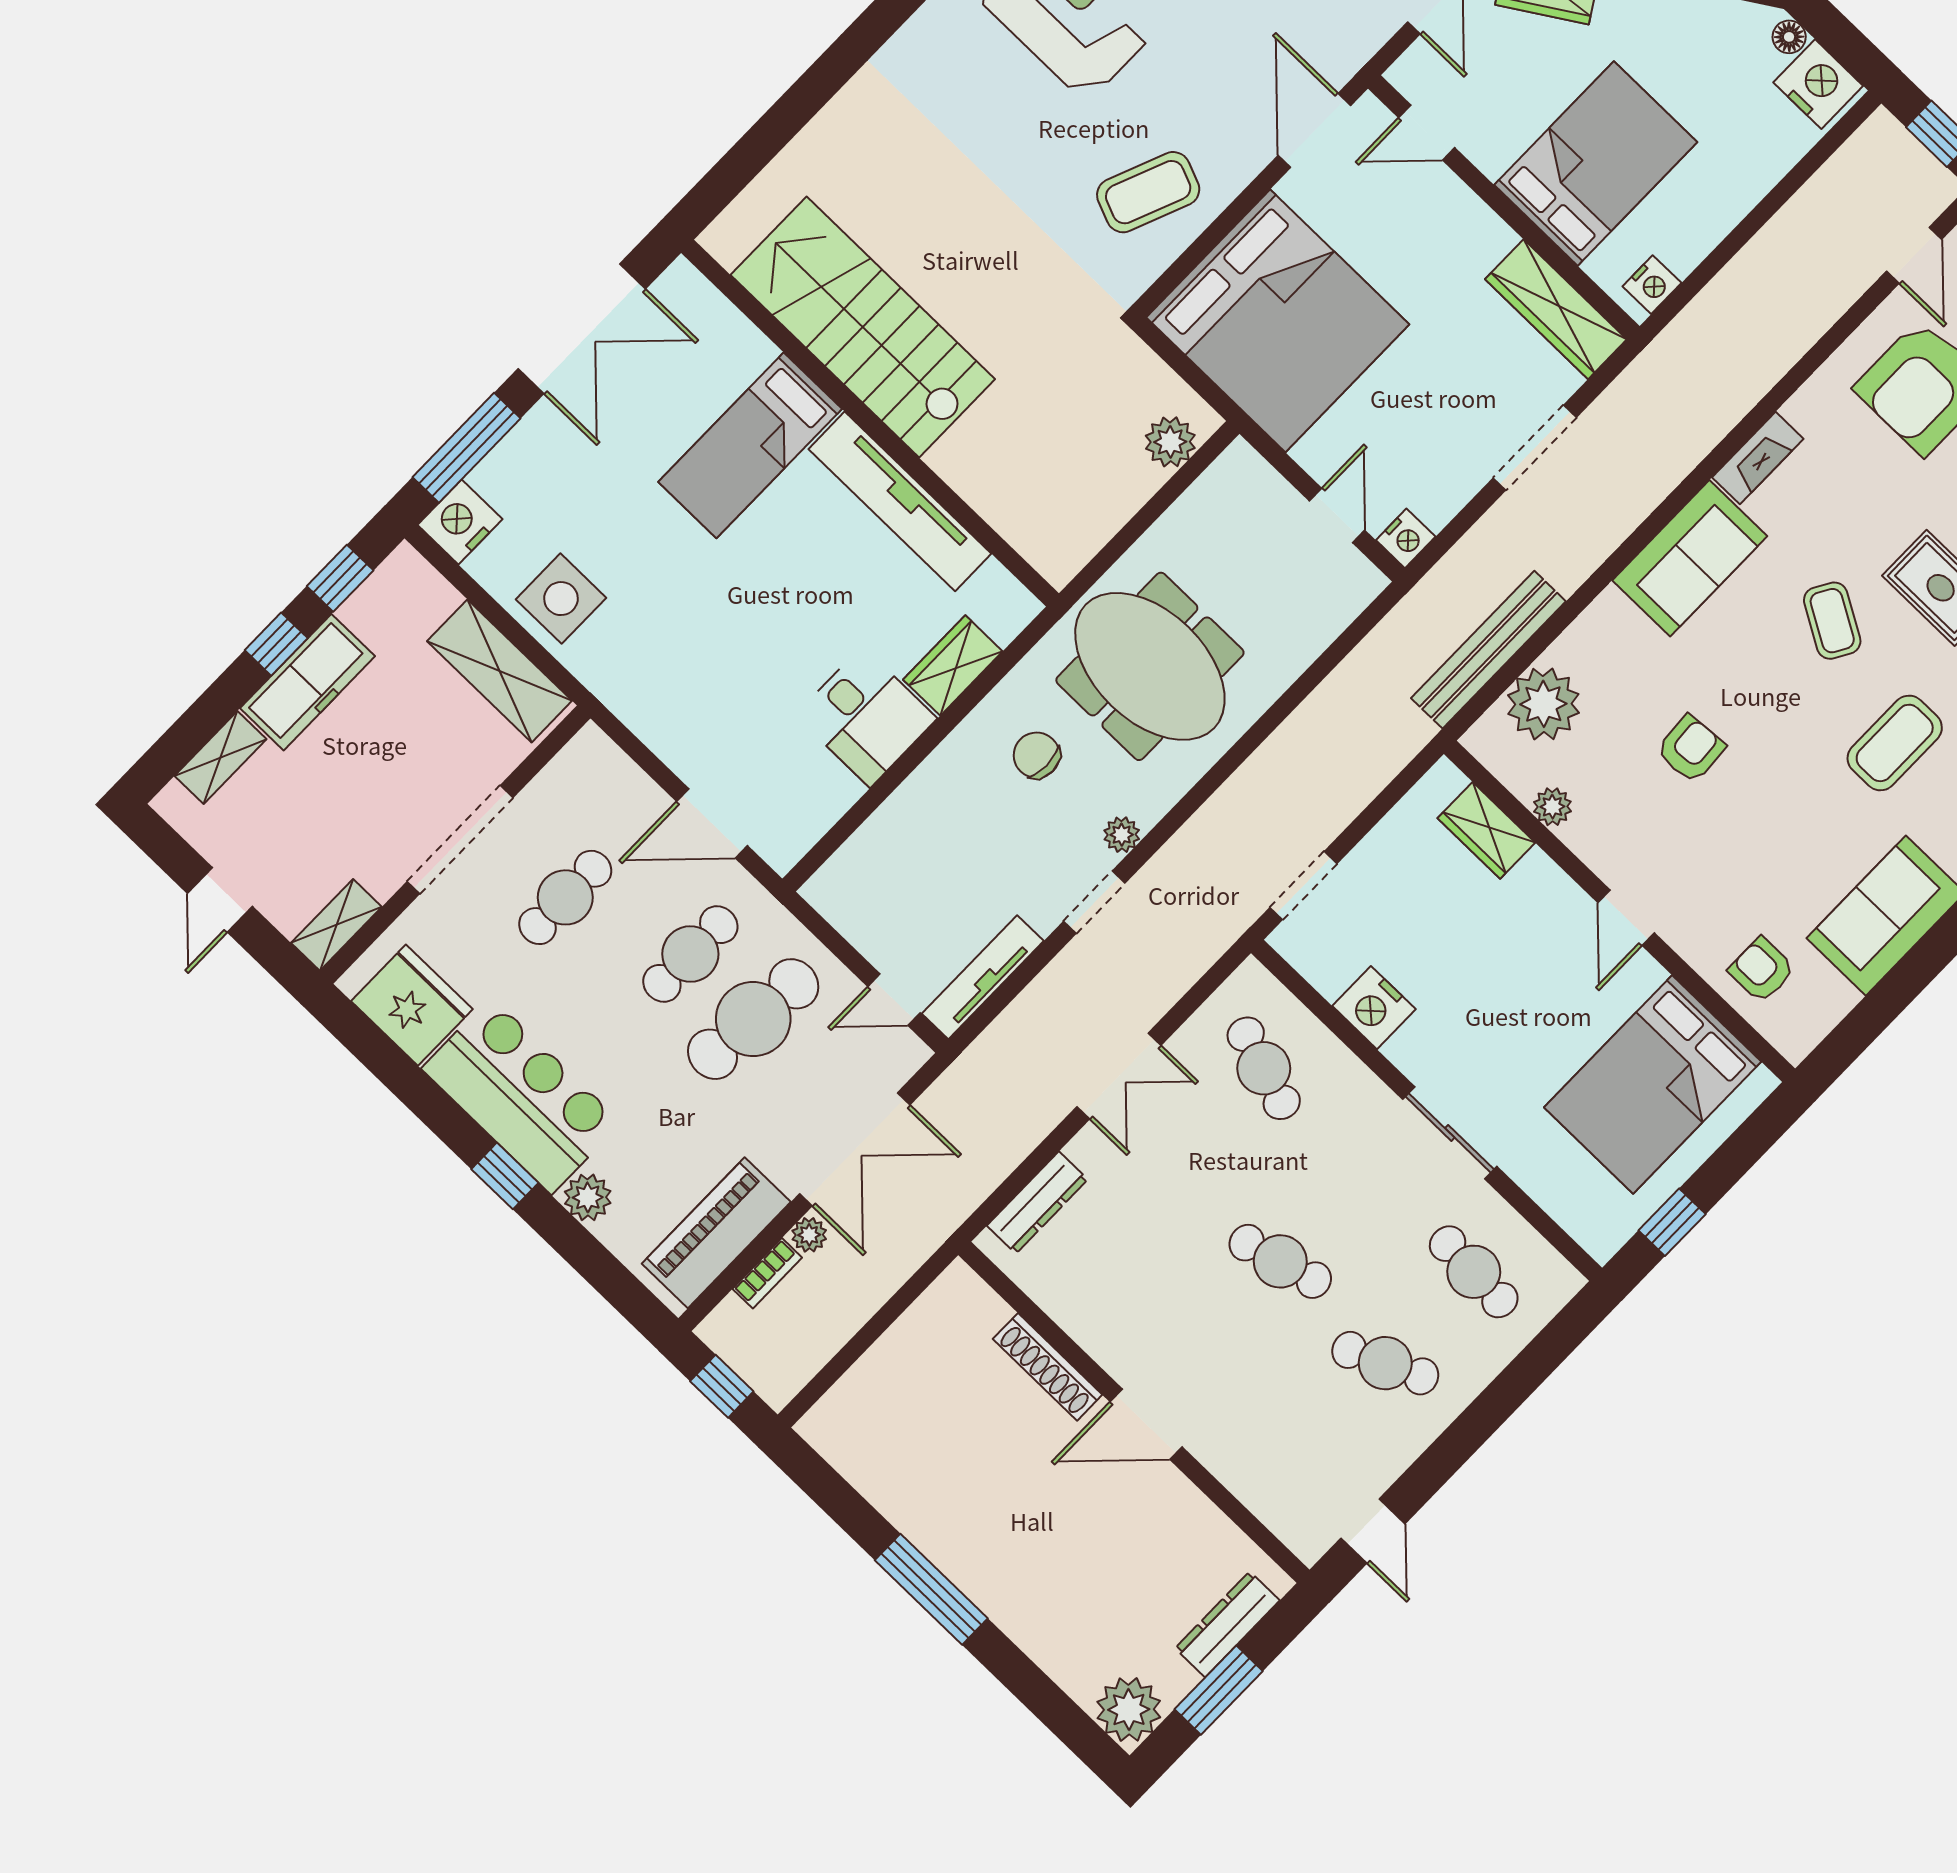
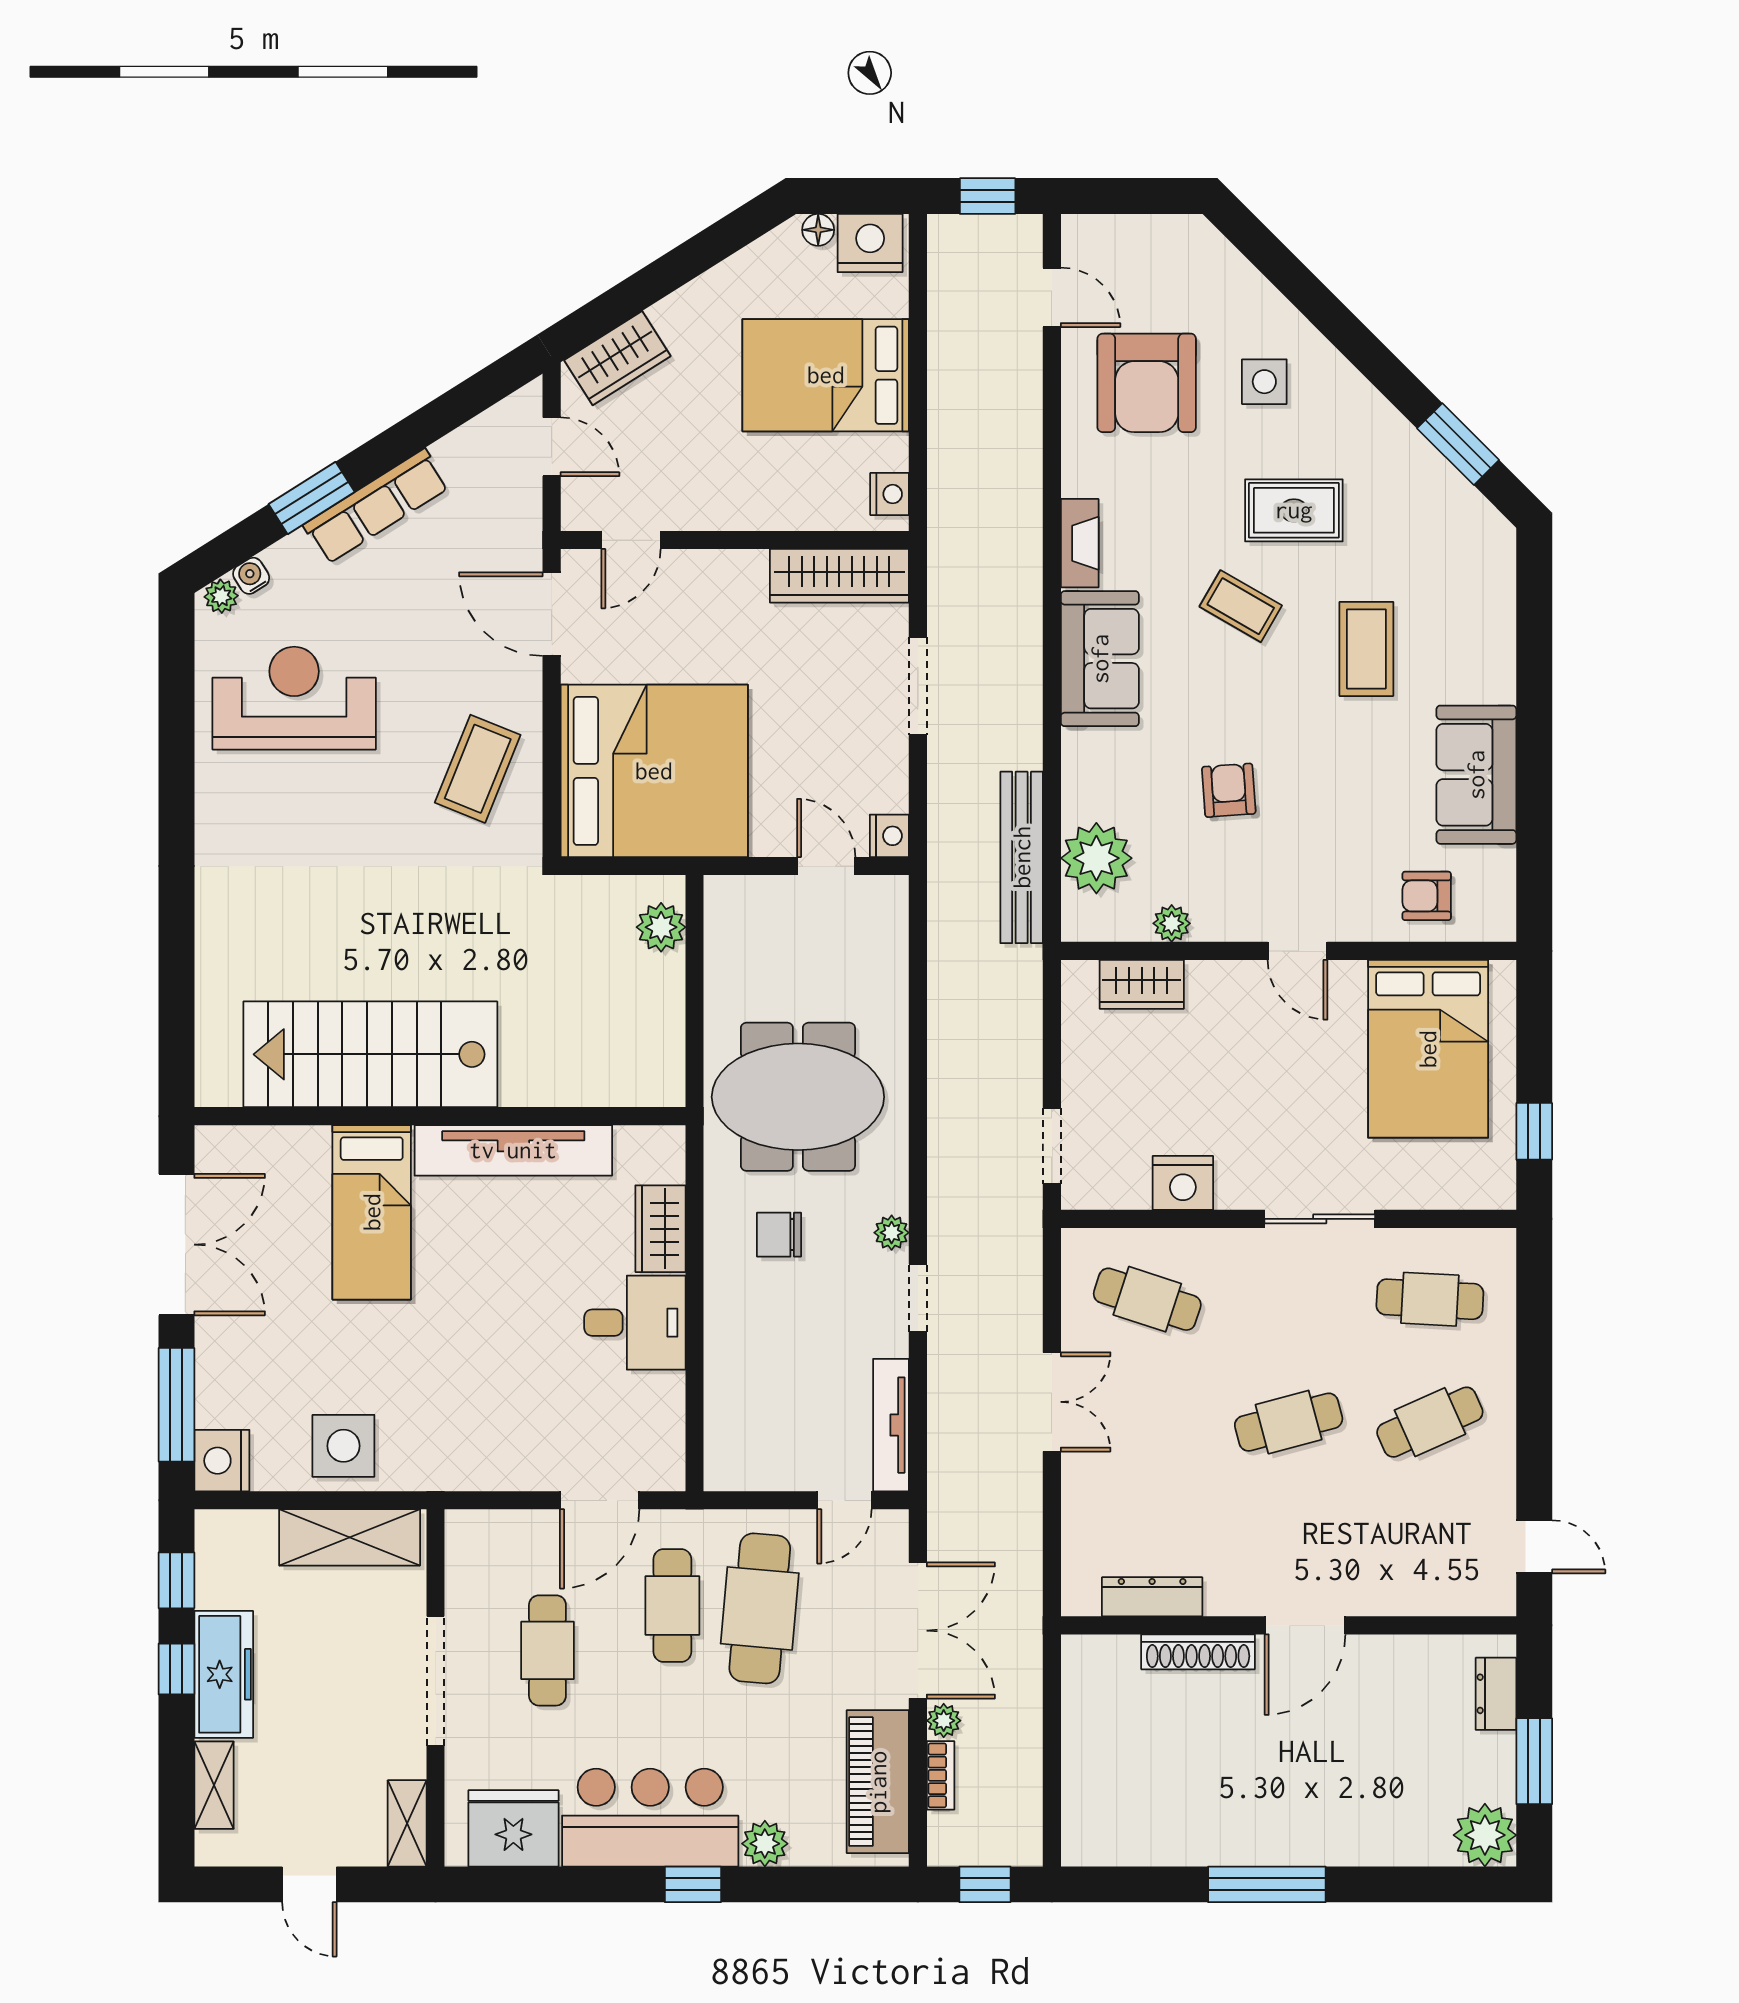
bed: (1596, 163) -> (826, 375), moved, turned -90
dresser: (1037, 1203) -> (1152, 1597), moved, turned -90
dresser: (1227, 1624) -> (1496, 1694), width x0.70

